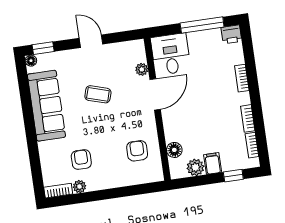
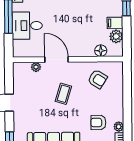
desk: (171, 54) -> (27, 26), moved
coffee table: (98, 94) -> (63, 94), moved
armchair: (137, 151) -> (97, 79), turned -148

